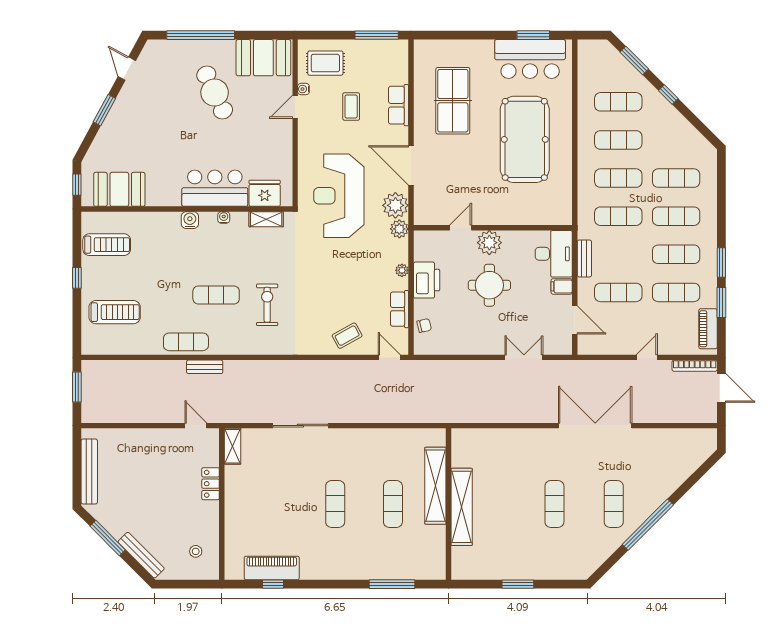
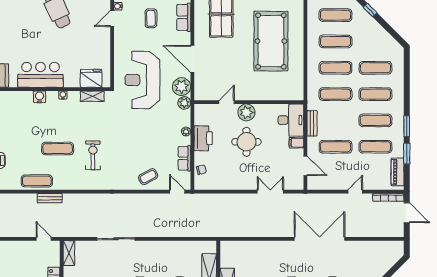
bar counter: (215, 188) -> (40, 75), moved

